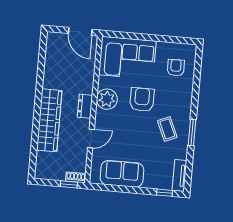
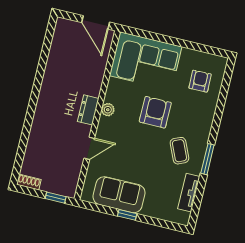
plant: (107, 99) -> (108, 110), width x0.53, depth x0.53
wardrobe: (49, 120) -> (44, 120), removed
tv unit: (179, 176) -> (189, 193), moved
shoe rack: (76, 177) -> (29, 182), moved
window: (164, 193) -> (127, 215), moved

